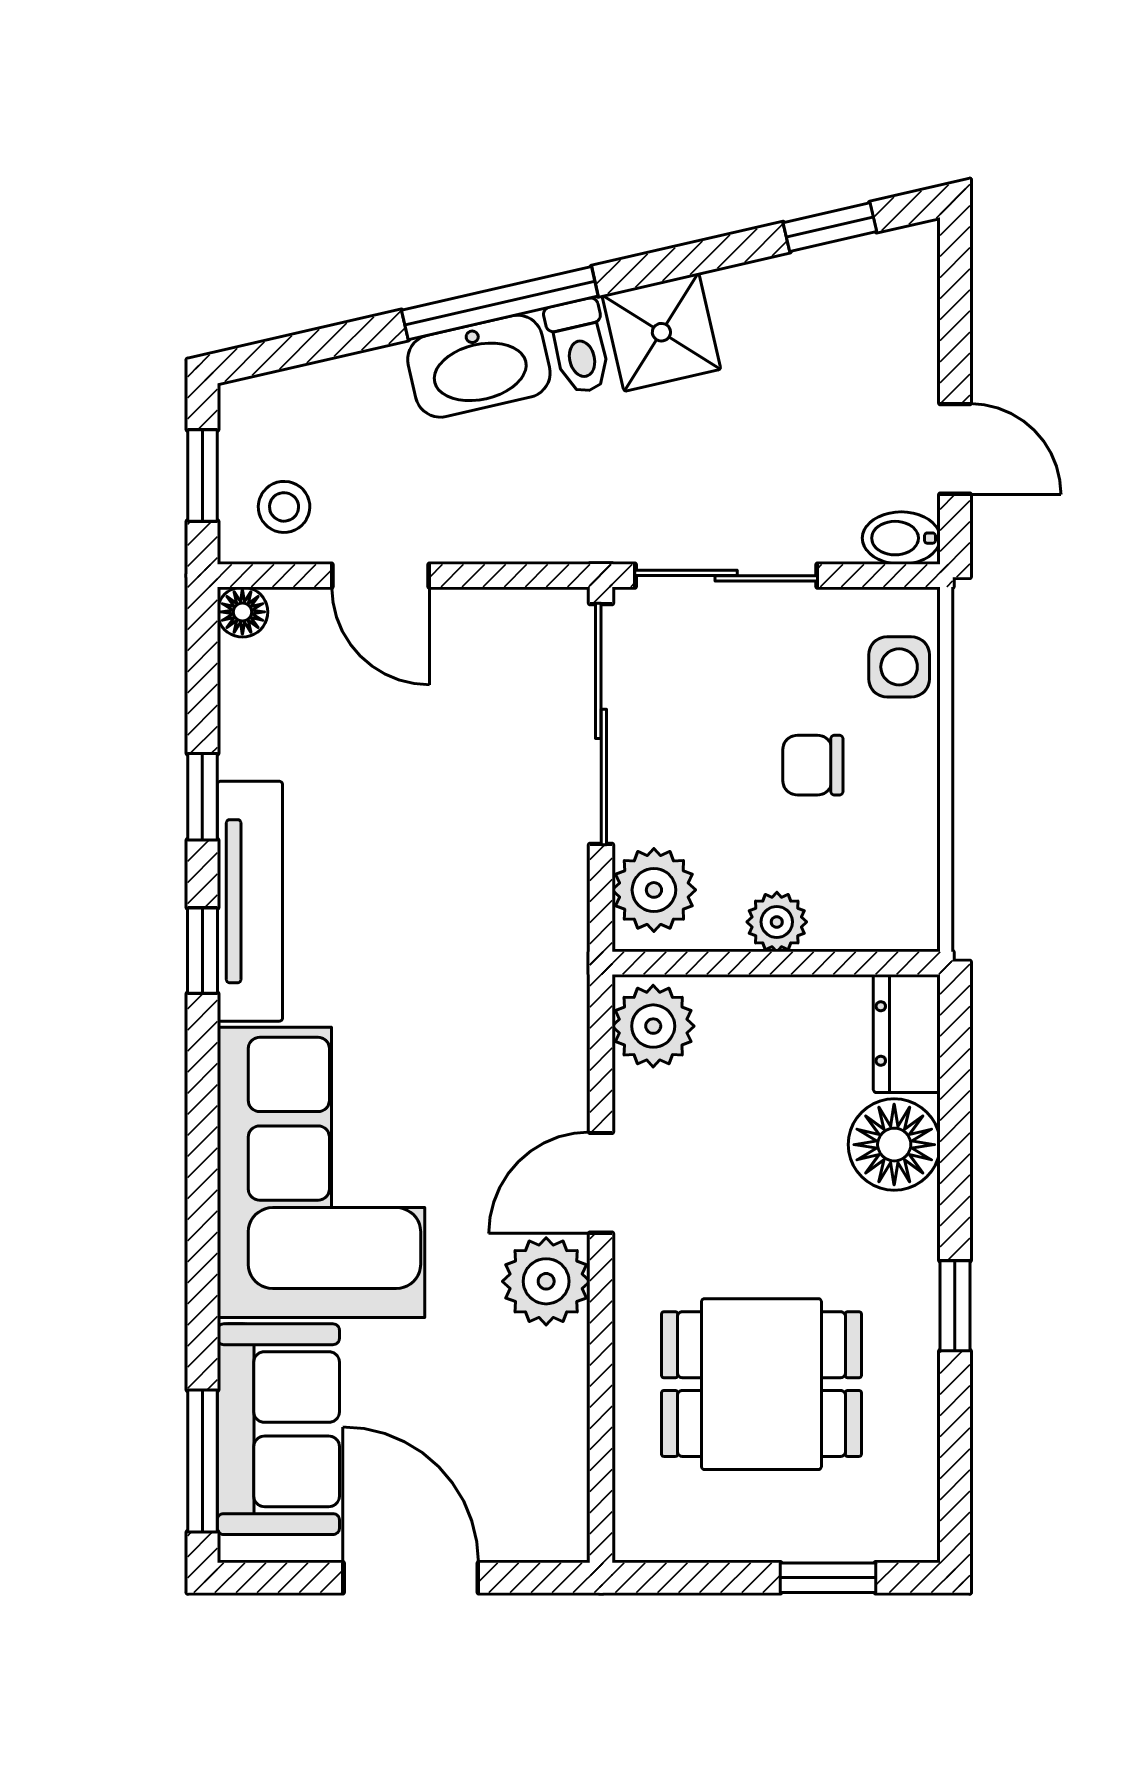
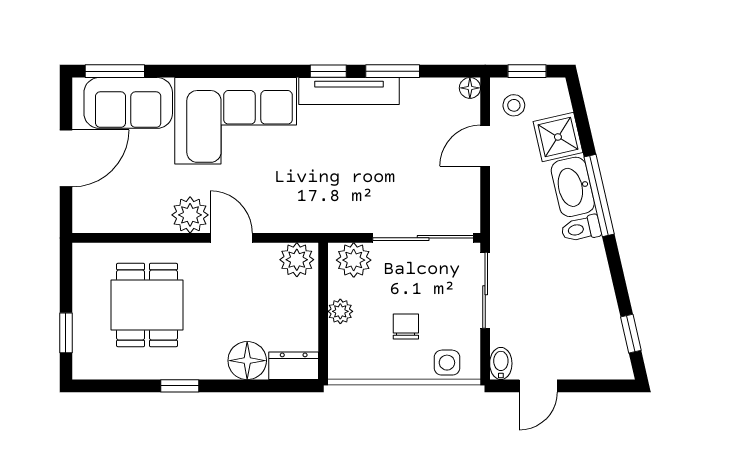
shower: (661, 332) -> (558, 137), moved
window: (202, 797) -> (393, 71), width x1.50

